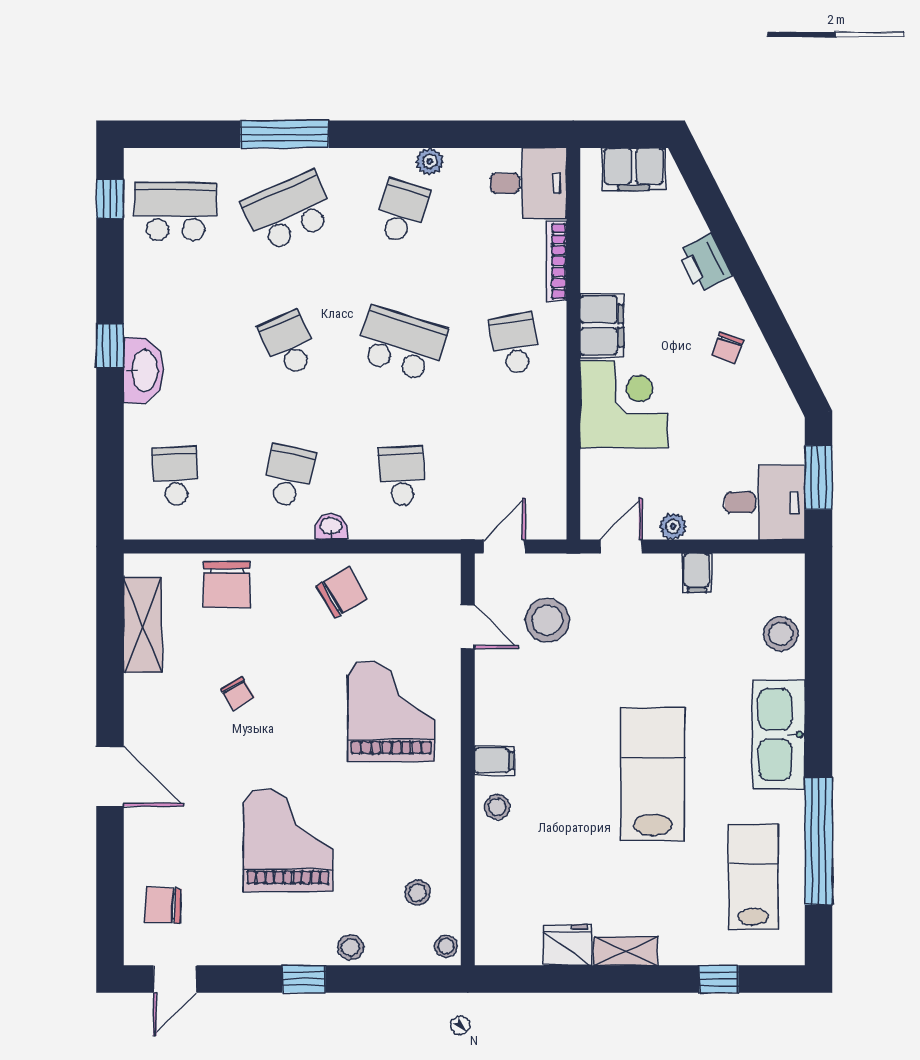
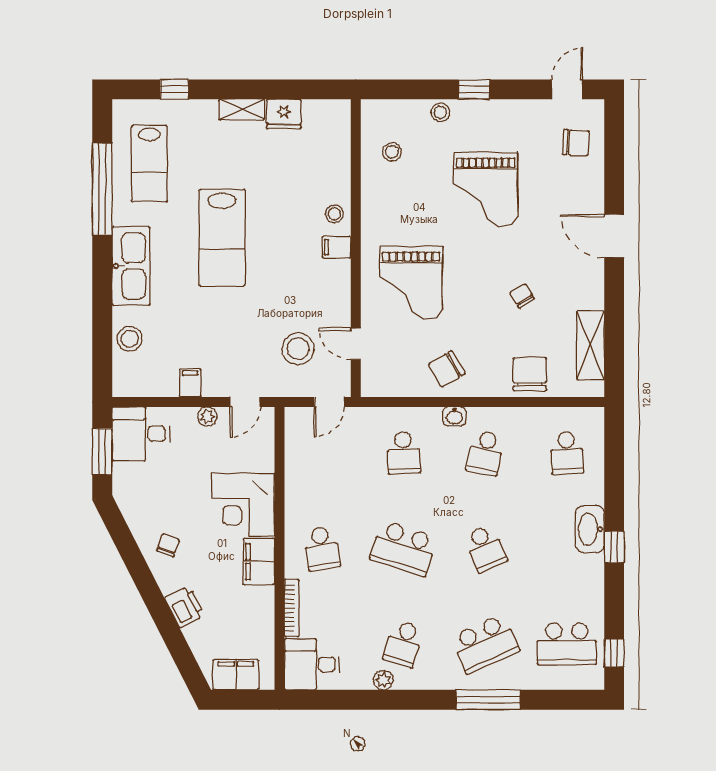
stool: (446, 946) -> (371, 113), removed

